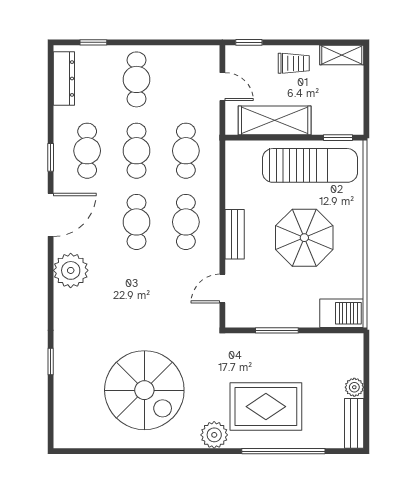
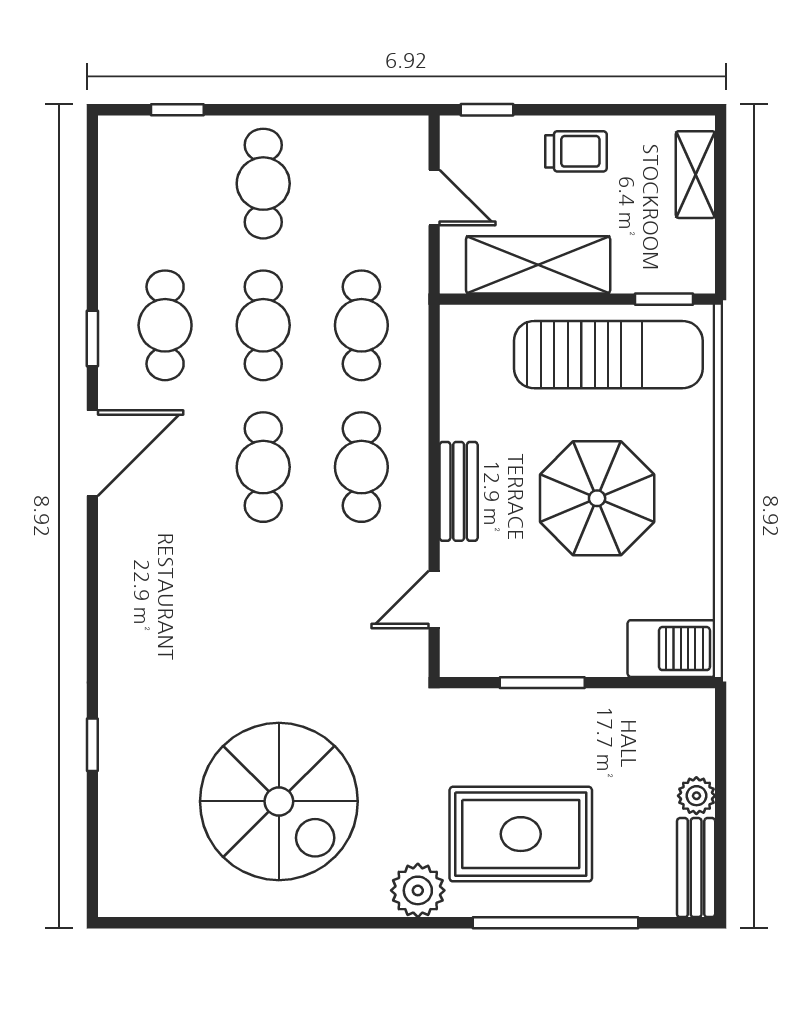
shelving: (342, 55) -> (695, 175), moved, turned 90
dresser: (64, 79) -> (119, 182), removed
plant: (71, 270) -> (132, 563), removed

